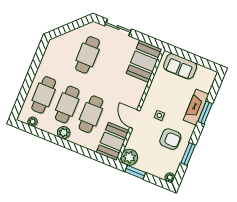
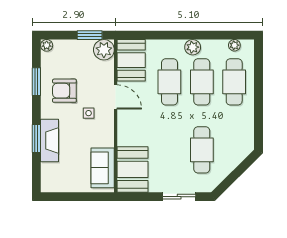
sofa: (180, 66) -> (103, 168), moved, turned -90

